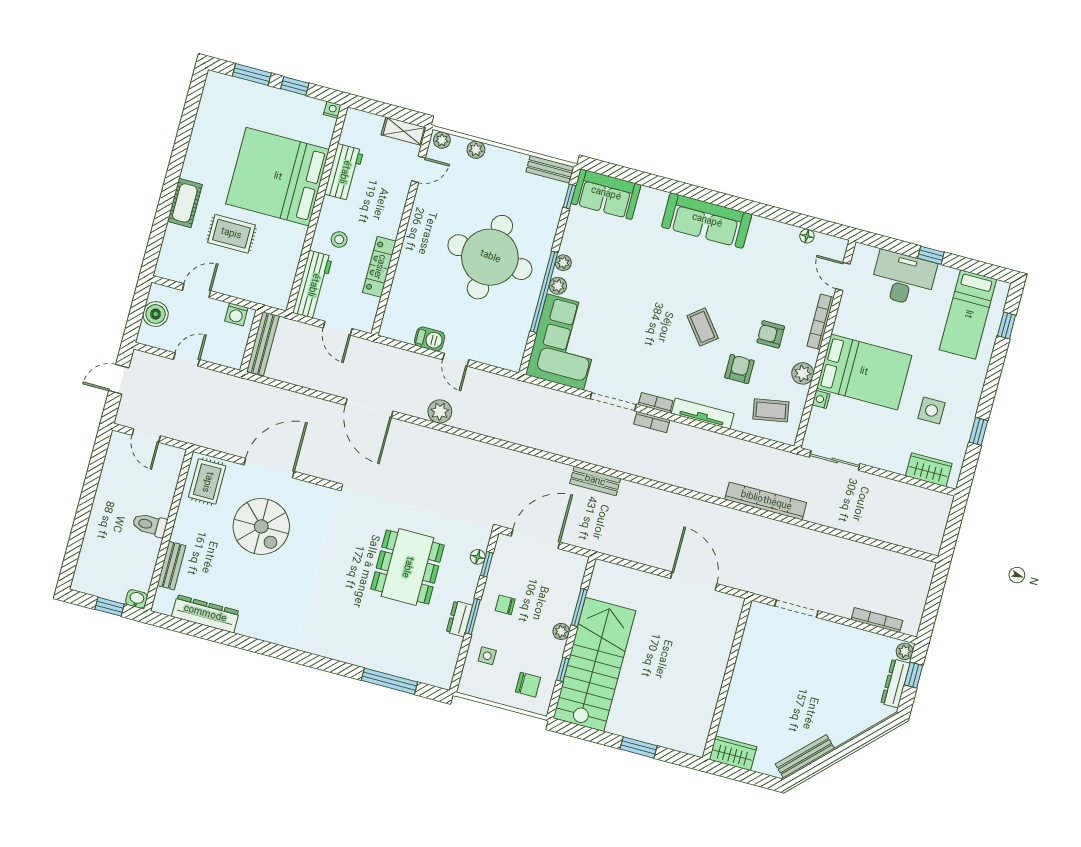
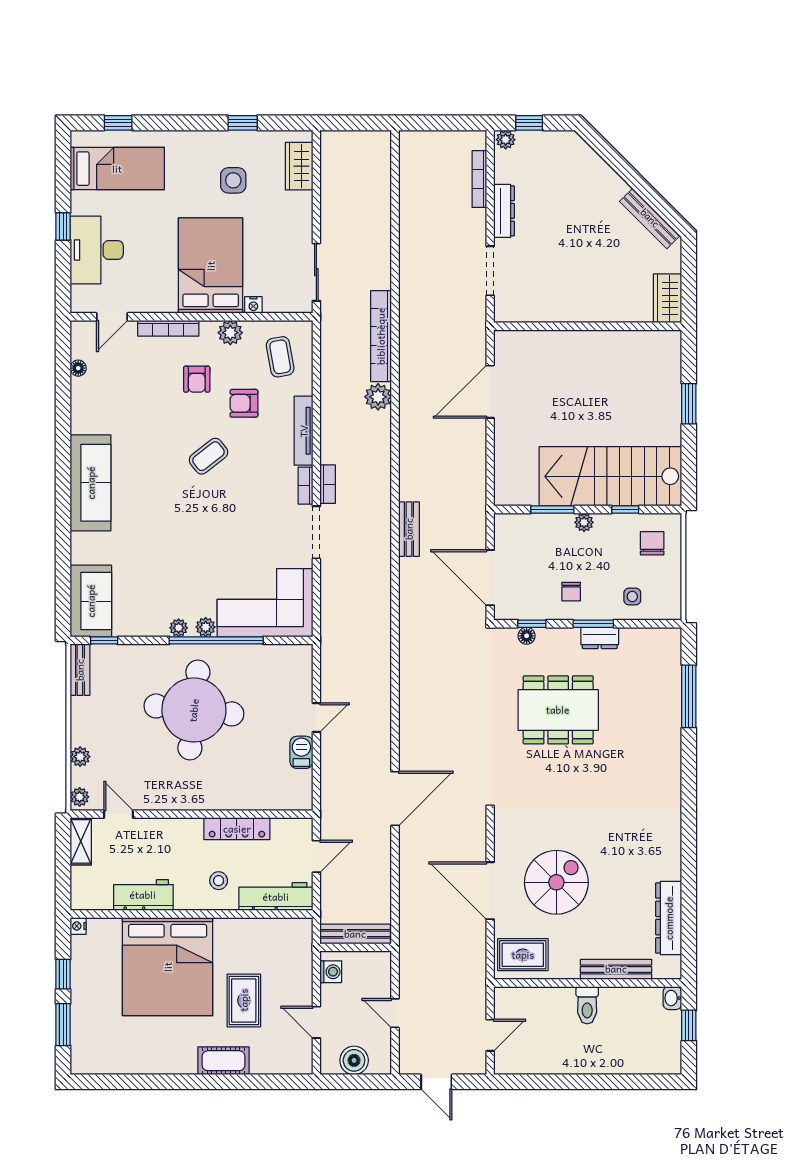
plant: (440, 411) -> (378, 397), moved
bench: (171, 566) -> (616, 969), width x1.36
dresser: (895, 683) -> (504, 211), moved, turned -90

